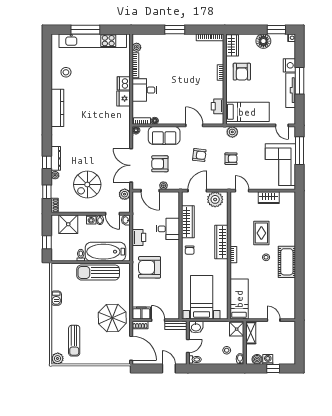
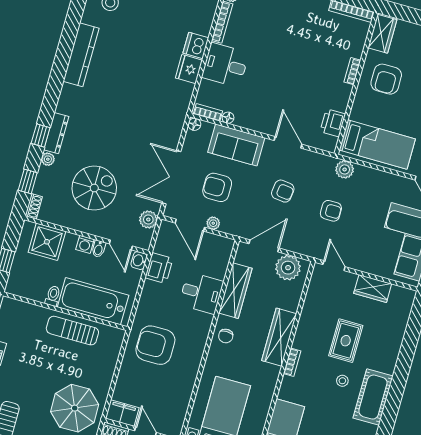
spiral stairs: (87, 185) -> (94, 188), turned 180
printer: (139, 237) -> (159, 268), moved
sun lounger: (98, 272) -> (72, 331), width x0.73, depth x0.75

